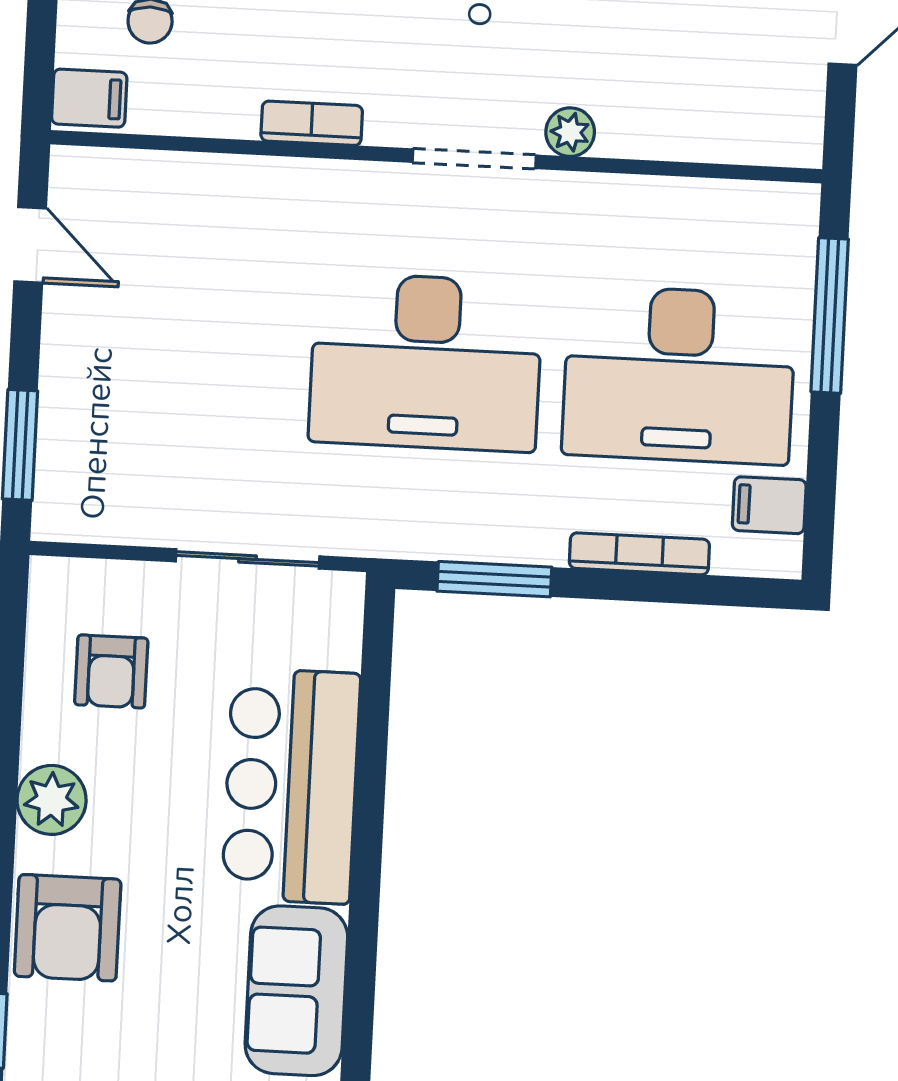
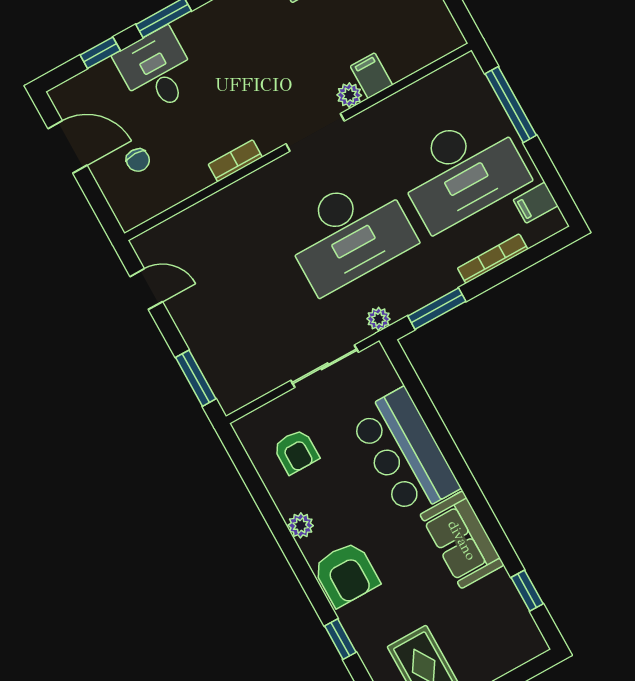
filing cabinet: (89, 98) -> (371, 76), moved, turned -90
plant: (387, 536) -> (379, 319), added
plant: (52, 800) -> (301, 525), width x0.73, depth x0.73

